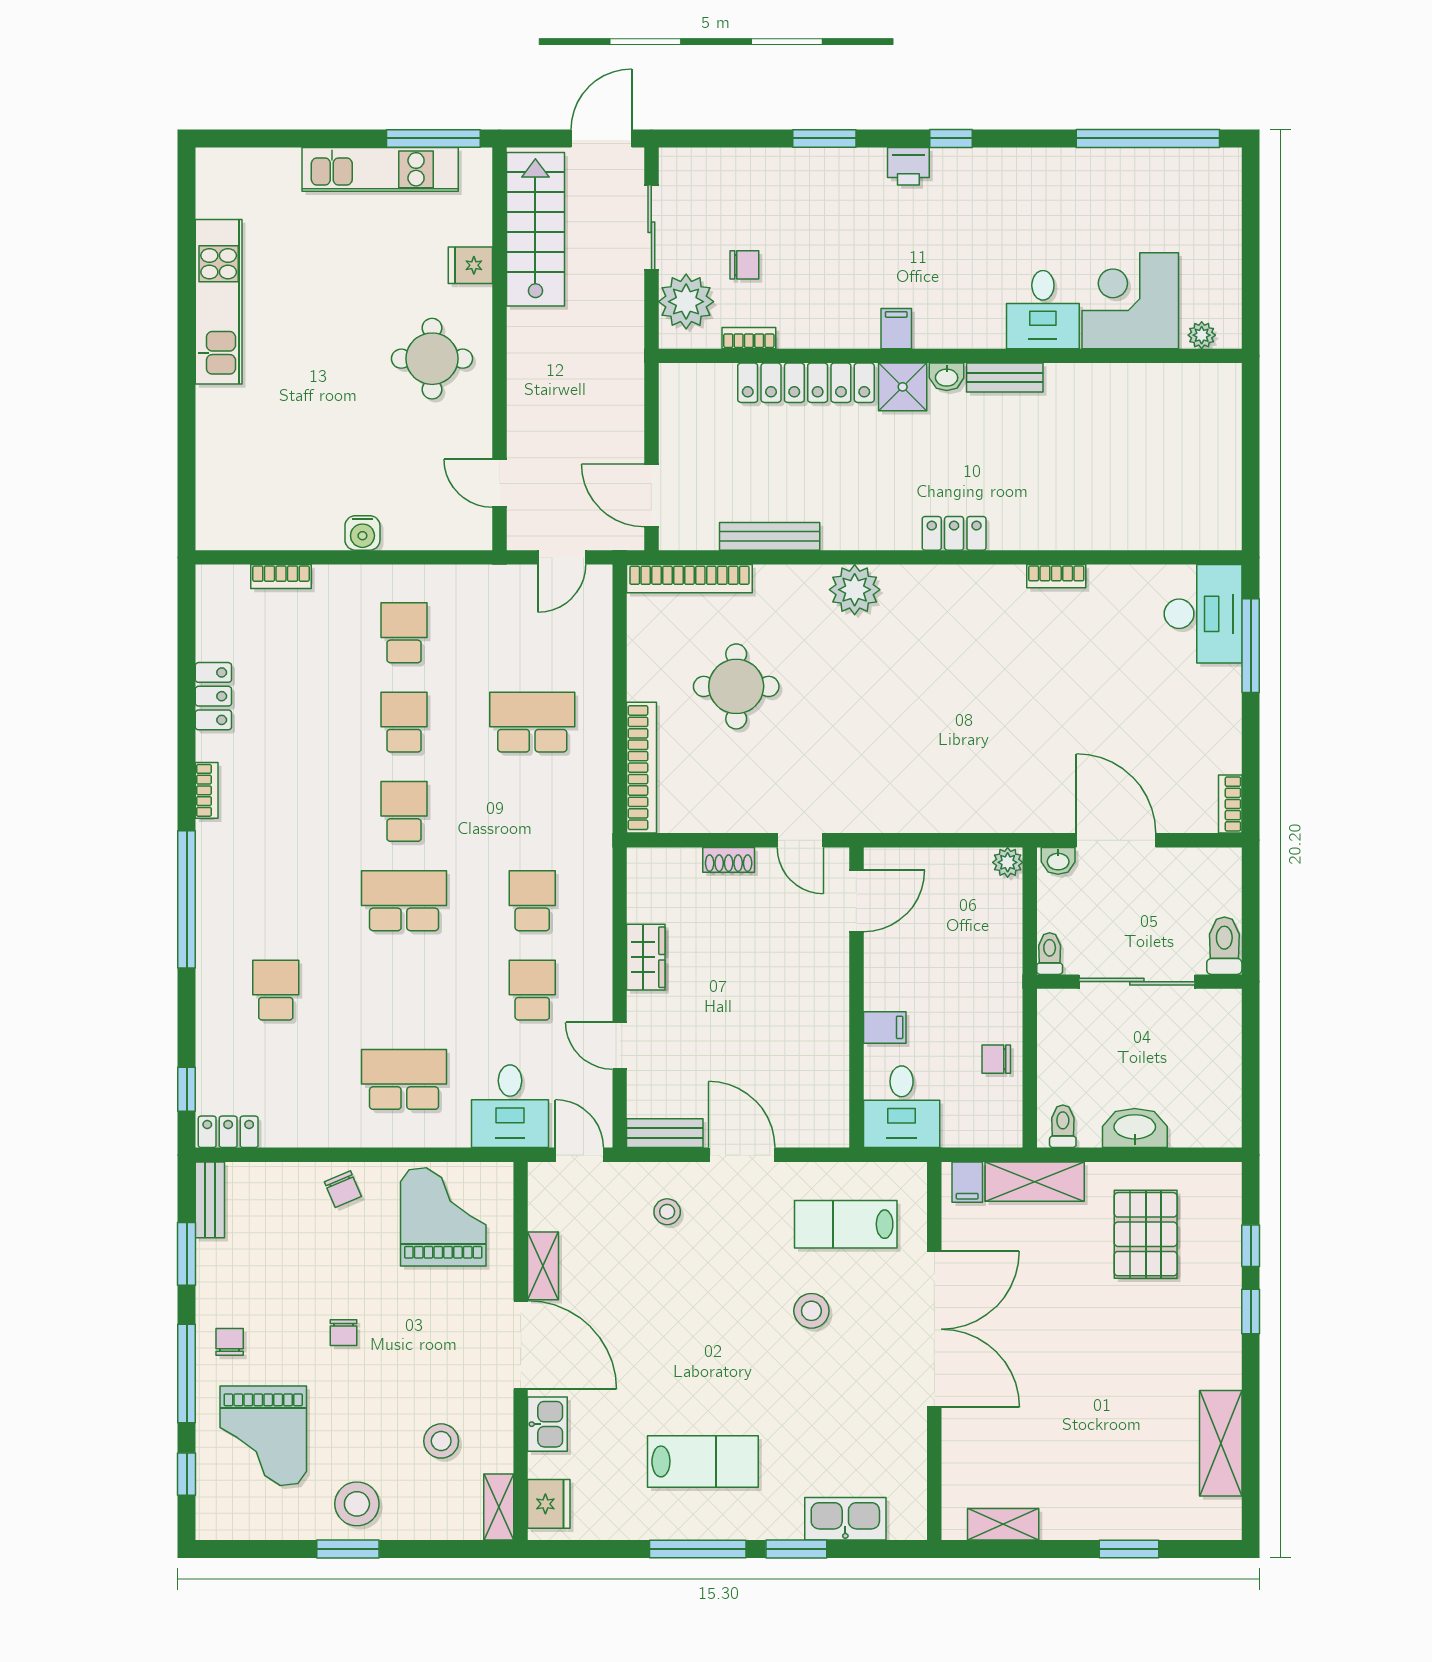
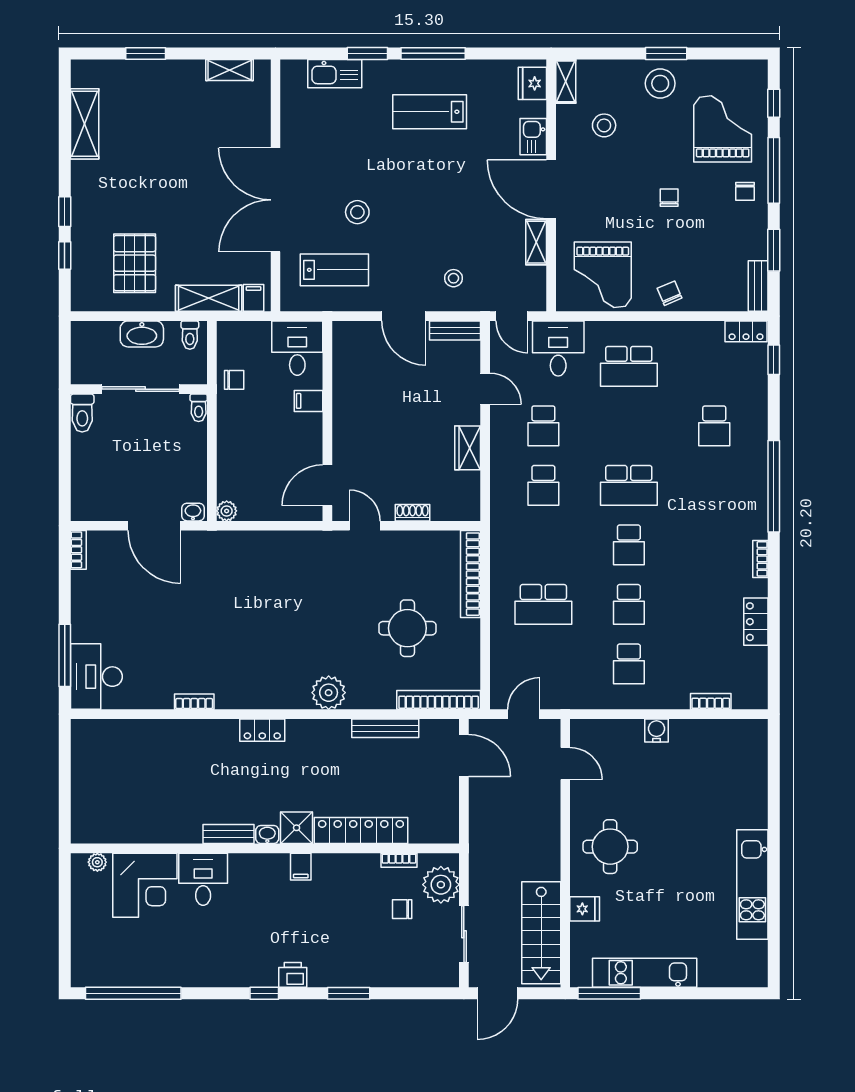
toilet: (1224, 946) -> (82, 413), moved
toilet: (1050, 954) -> (199, 408), moved
sliding door: (1137, 982) -> (140, 389), moved
wall: (1139, 982) -> (139, 389), moved

